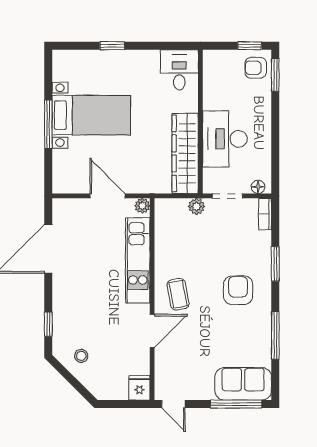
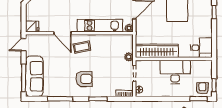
desk: (225, 139) -> (175, 72), moved
sofa: (243, 384) -> (34, 76), width x1.36

